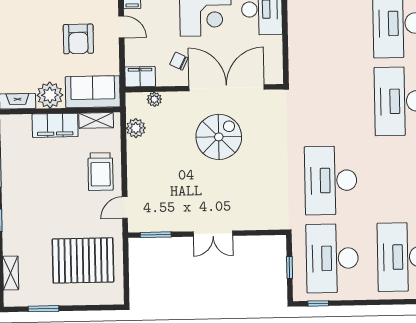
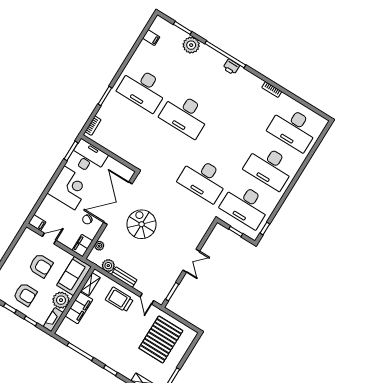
armchair: (27, 43) -> (25, 295), added
bench: (134, 159) -> (124, 277), added
trolley: (100, 172) -> (119, 299), turned 180

